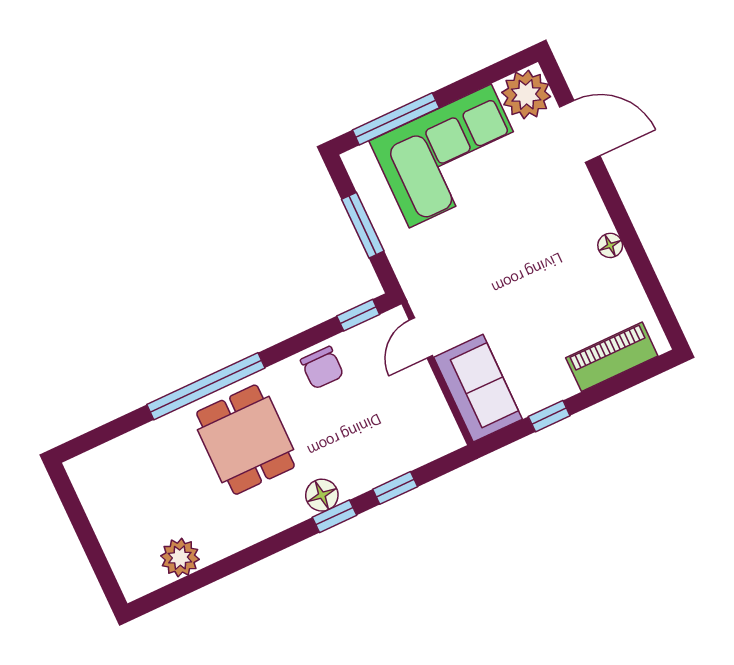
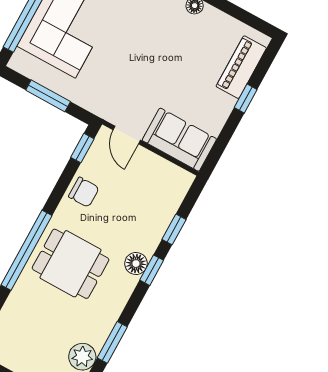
window: (549, 416) -> (246, 98), moved
window: (227, 566) -> (112, 342), added

